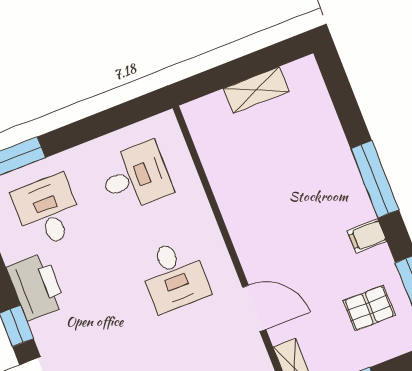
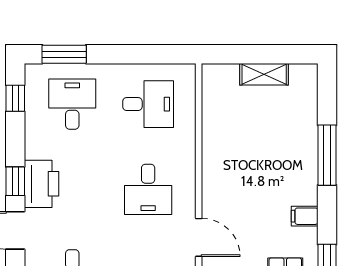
window: (375, 179) -> (327, 155), moved
printer: (36, 287) -> (41, 184), moved

